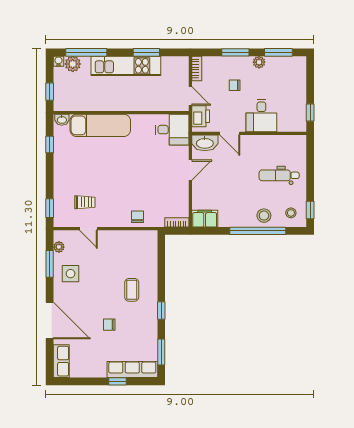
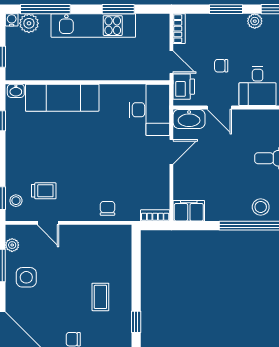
chair: (235, 85) -> (221, 66), moved
desk: (172, 130) -> (149, 110), width x1.37
stool: (62, 210) -> (16, 201), added

